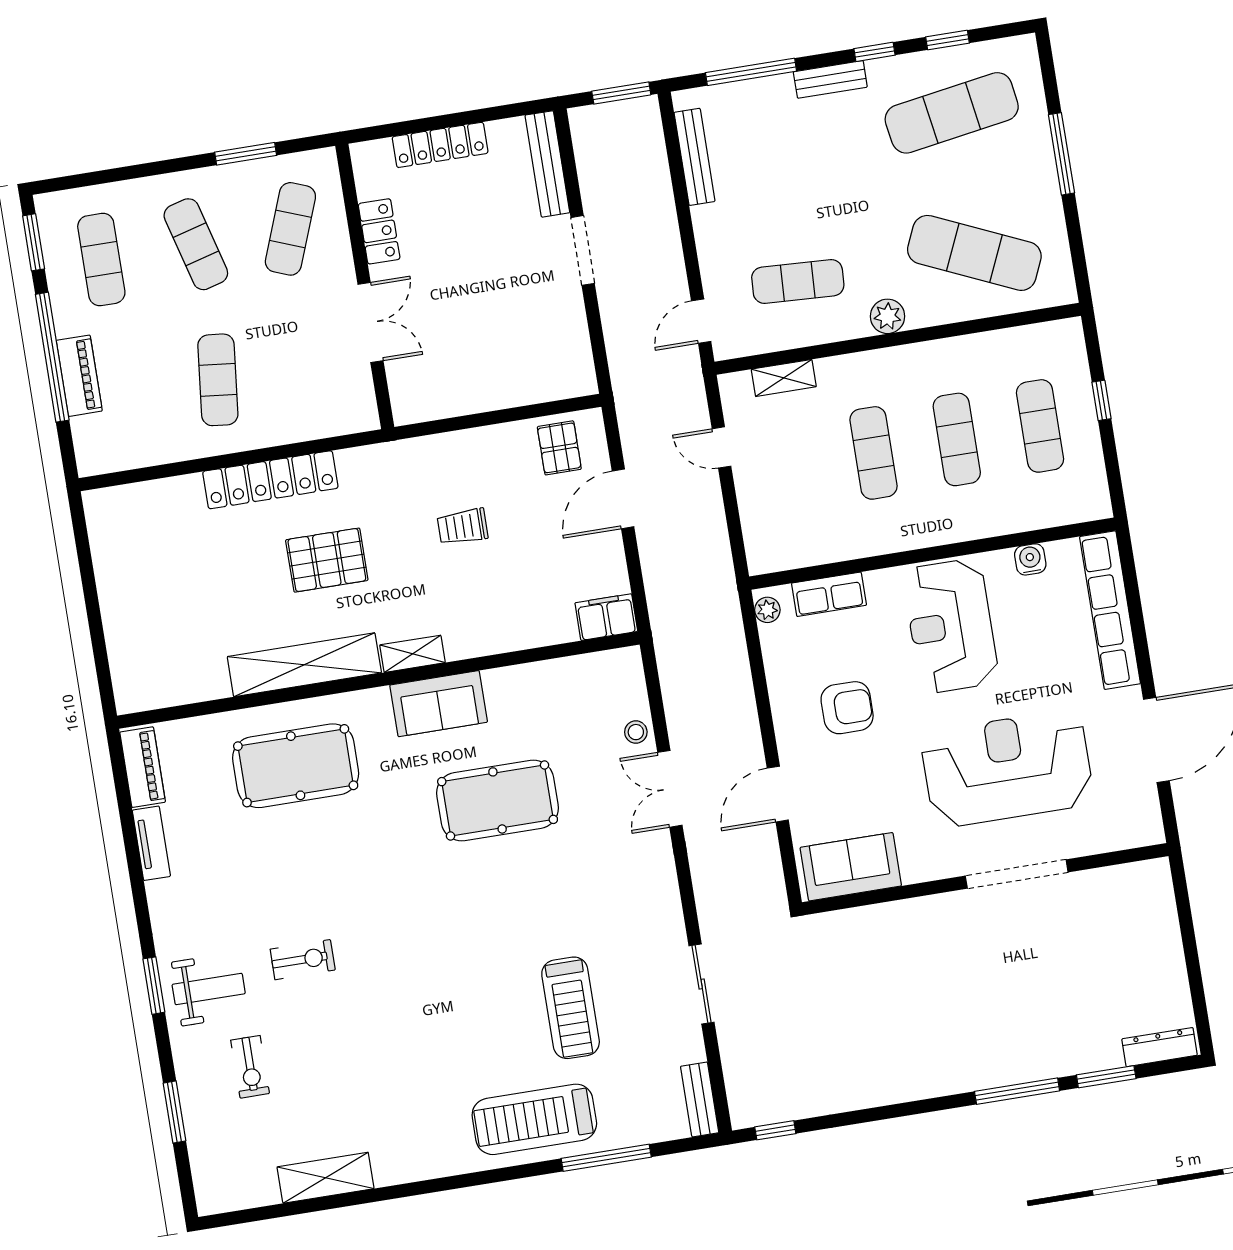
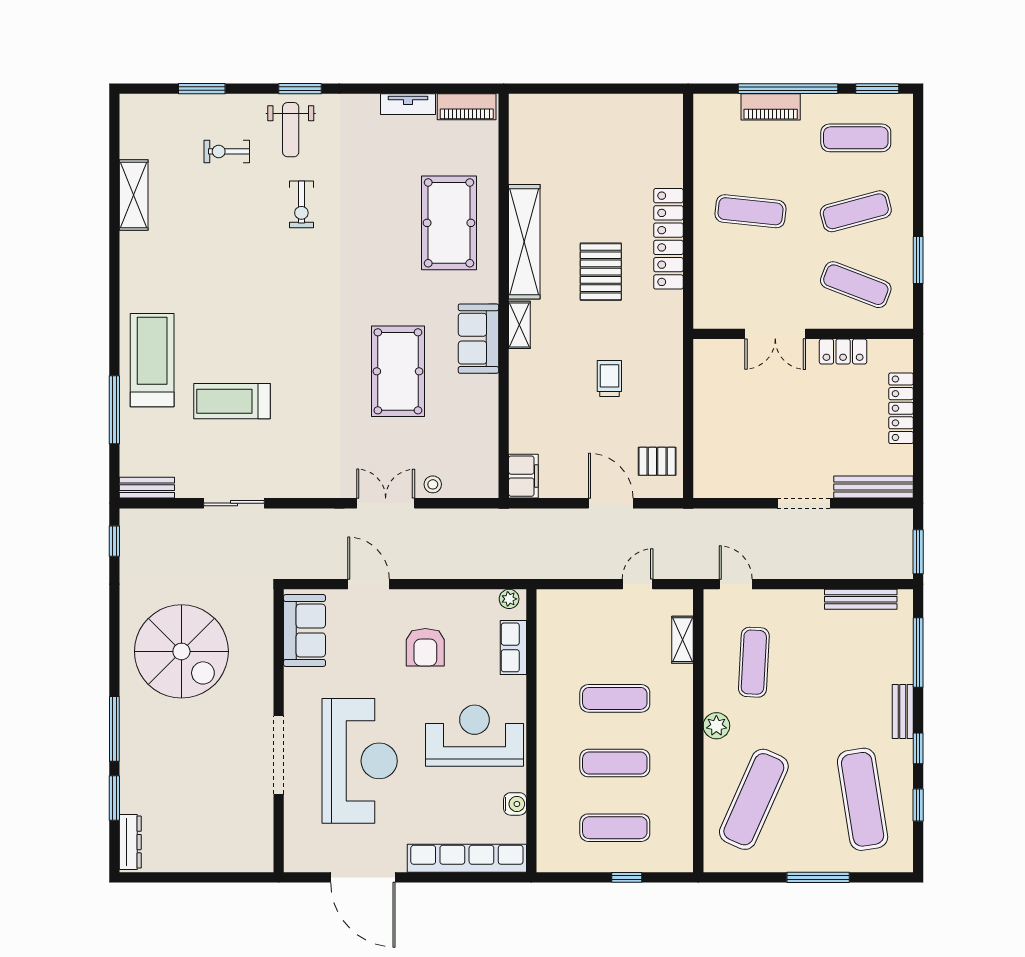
spiral stairs: (903, 1021) -> (181, 651), added

